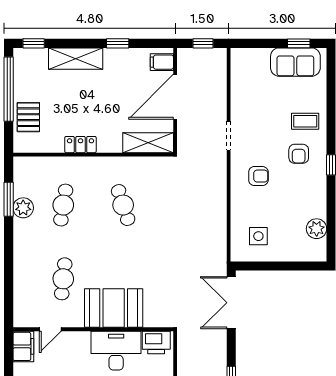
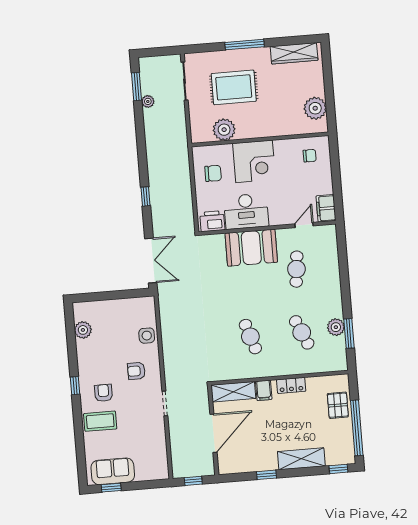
filing cabinet: (162, 62) -> (264, 390), moved, turned 90
coffee table: (305, 121) -> (100, 421), width x1.36, depth x1.30
cafe table: (63, 205) -> (302, 332), turned -33
side table: (258, 236) -> (147, 336), moved

